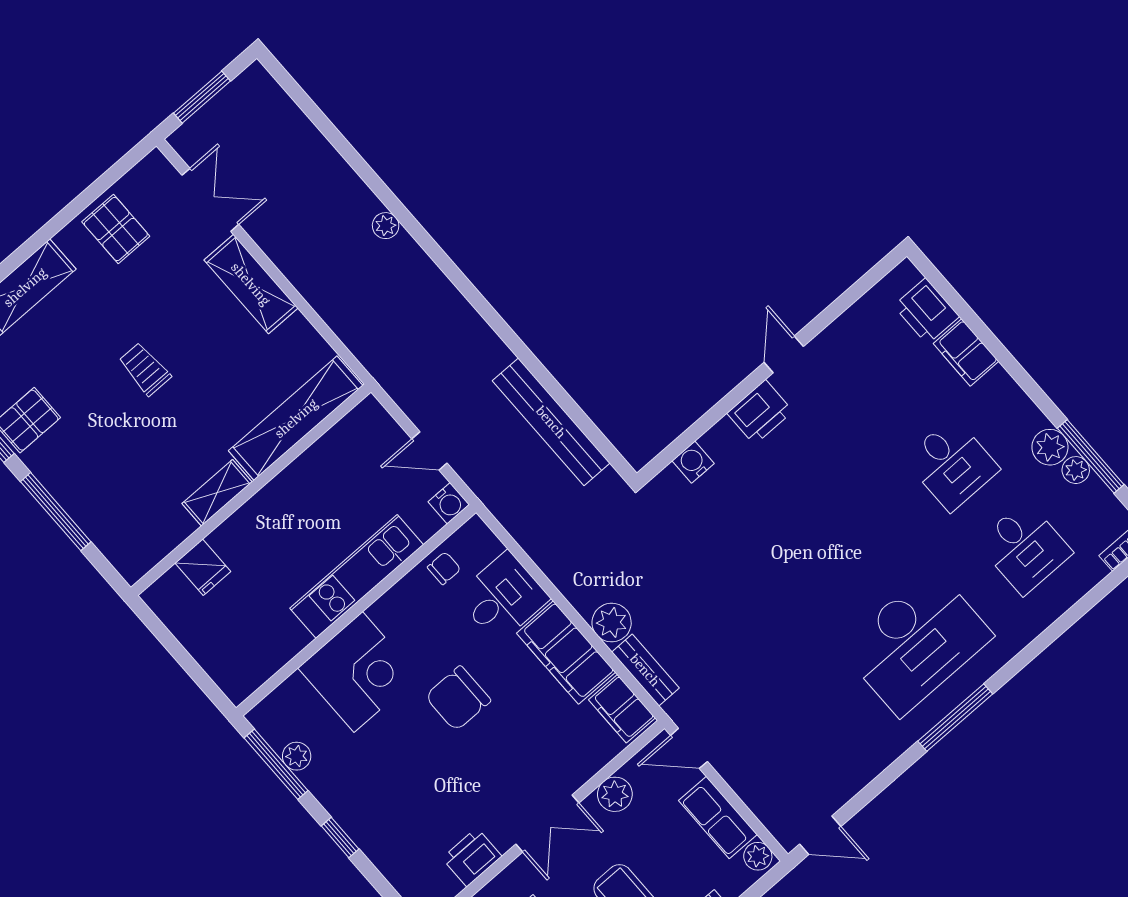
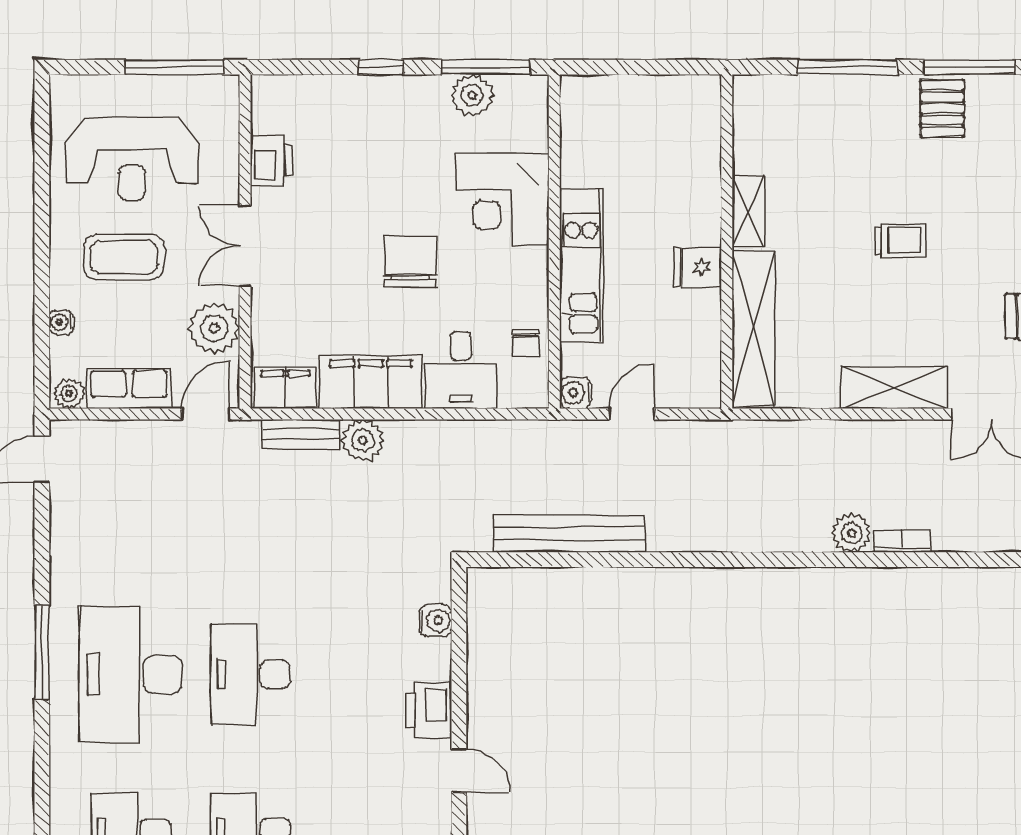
bookcase: (353, 185) -> (902, 541), added
plant: (386, 226) -> (851, 533), width x1.38, depth x1.38
desk: (844, 559) -> (250, 674), added
fridge: (203, 567) -> (698, 267), moved
plant: (297, 756) -> (472, 95), width x1.38, depth x1.38
plant: (615, 794) -> (214, 328), width x1.36, depth x1.36

